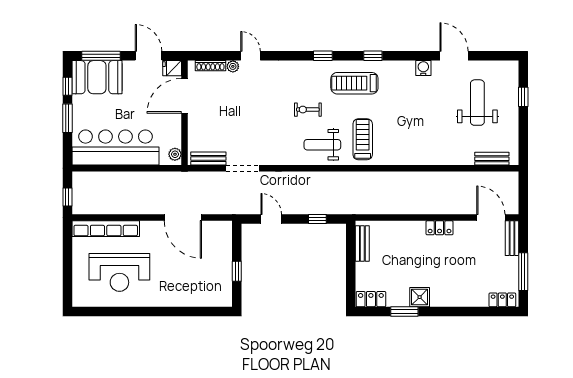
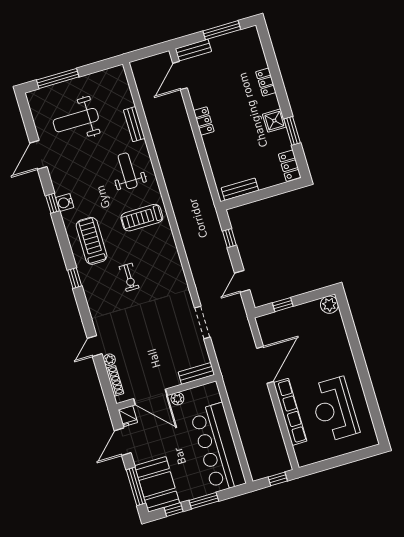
window: (373, 56) -> (53, 203), moved
water cooler: (423, 68) -> (65, 203), moved
treadmill: (354, 83) -> (92, 241), turned 180
window: (523, 97) -> (58, 78), width x2.17
weight bench: (322, 145) -> (128, 171), moved, turned 180
plant: (175, 154) -> (177, 399), moved
bench: (208, 159) -> (196, 373), moved, turned 90
bench: (492, 159) -> (134, 124), moved
row of seats: (106, 229) -> (290, 412), moved
window: (237, 271) -> (283, 305), moved
reception desk: (119, 272) -> (334, 409), turned 180
plant: (223, 298) -> (329, 305), added
locker: (502, 300) -> (266, 82), moved

